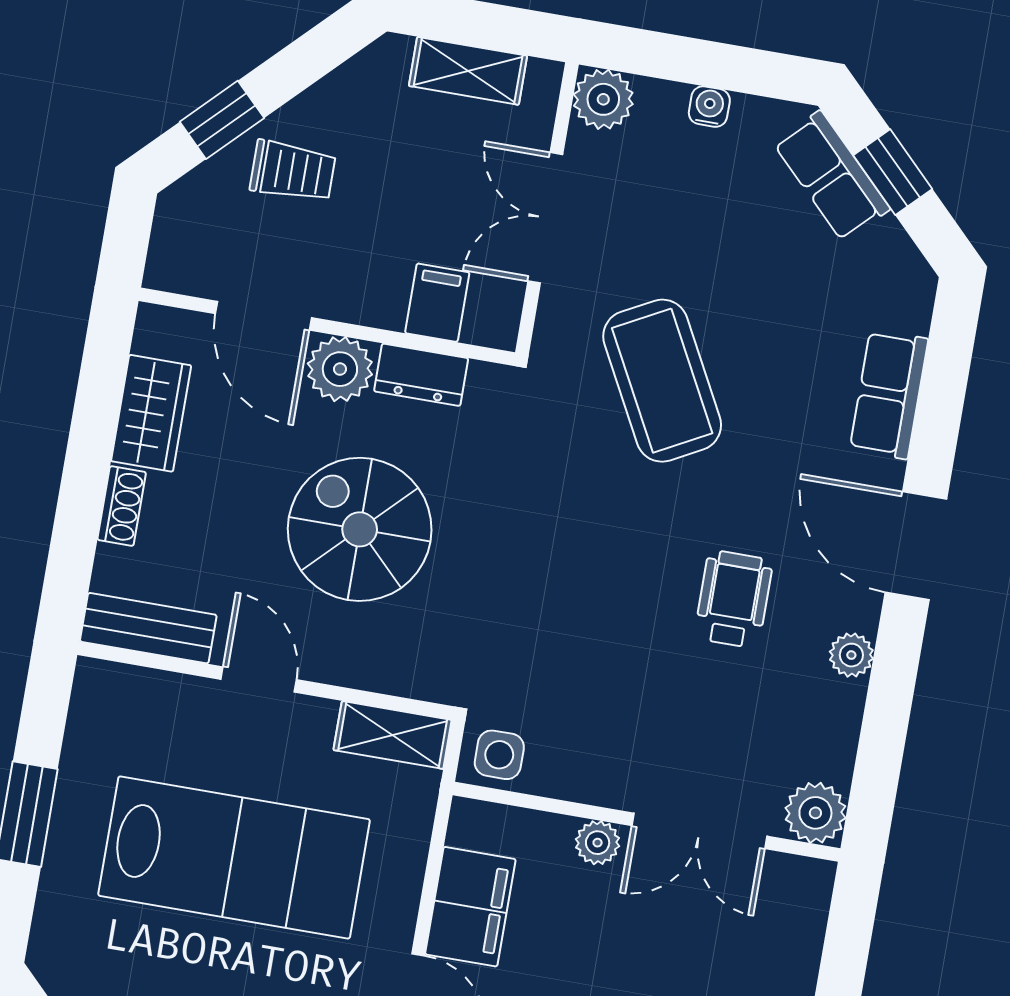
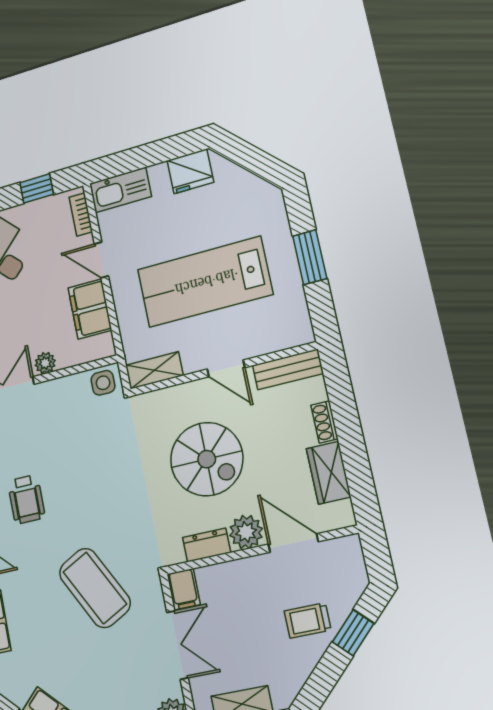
filing cabinet: (437, 303) -> (184, 589), moved

